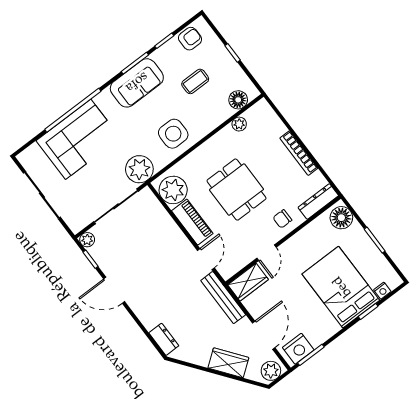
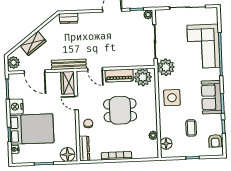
nightstand: (298, 349) -> (16, 107), moved

